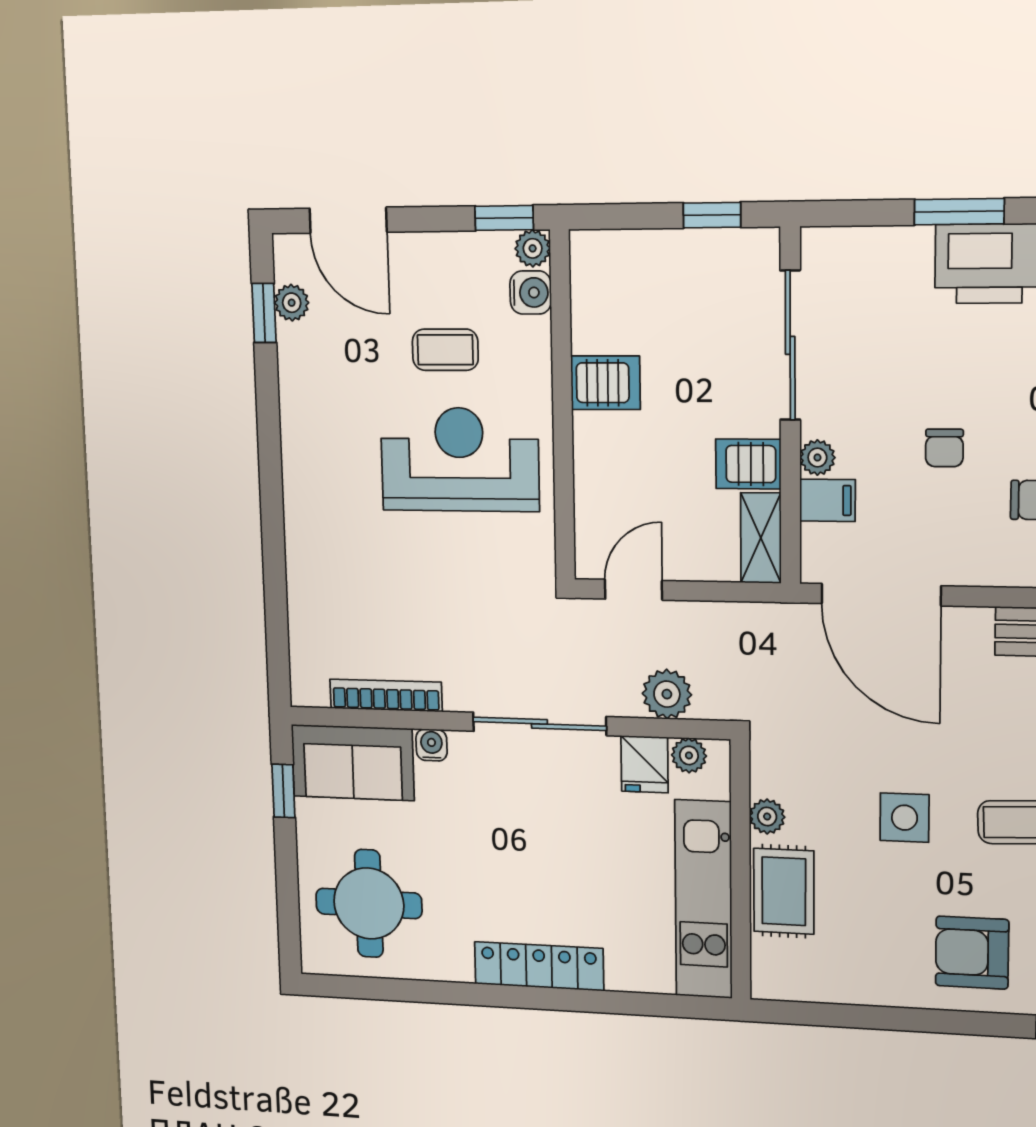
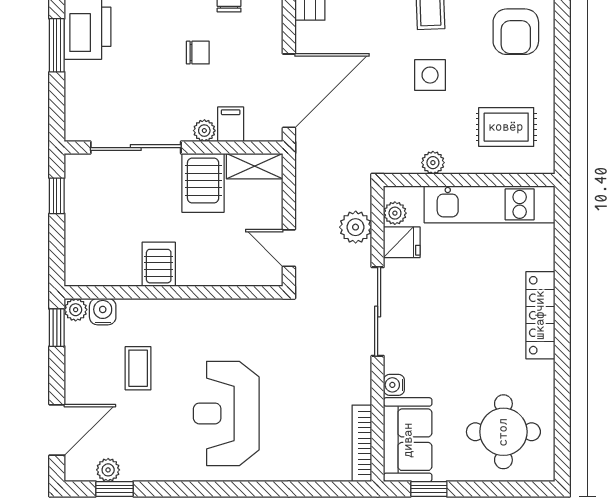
reception desk: (460, 459) -> (226, 413), moved
server rack: (748, 464) -> (203, 183), width x1.36, depth x1.44
bookcase: (386, 695) -> (362, 443), moved
rug: (784, 891) -> (506, 127), moved

